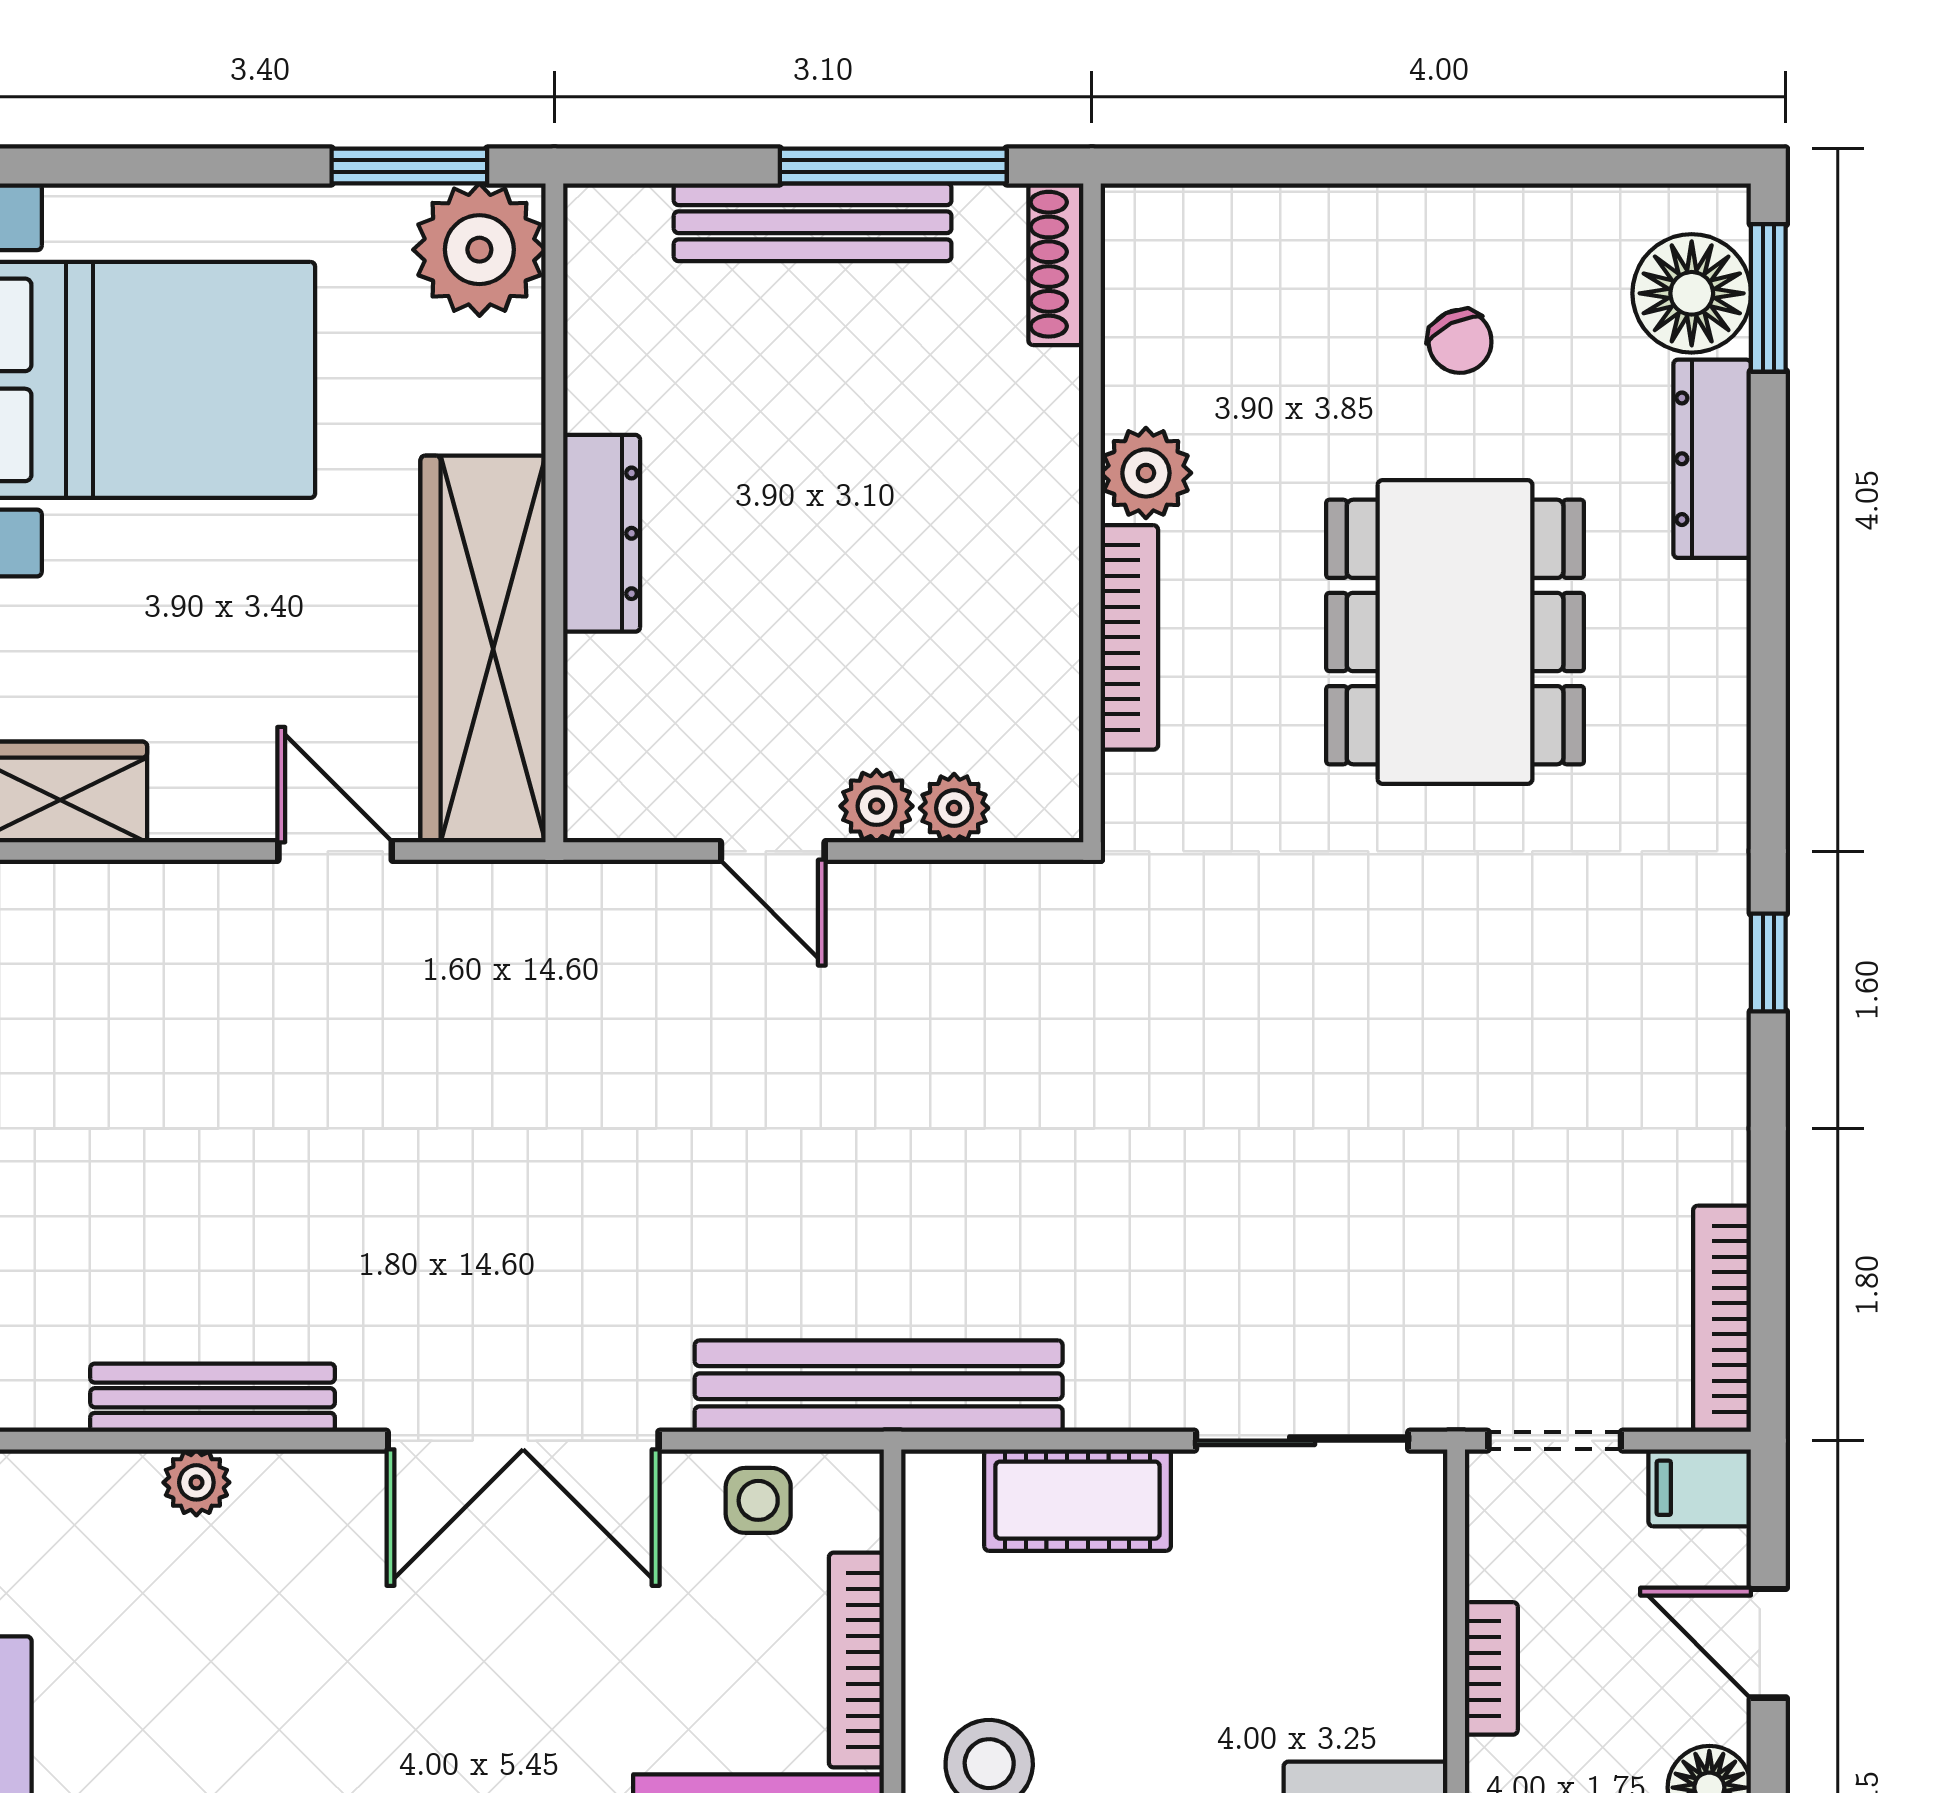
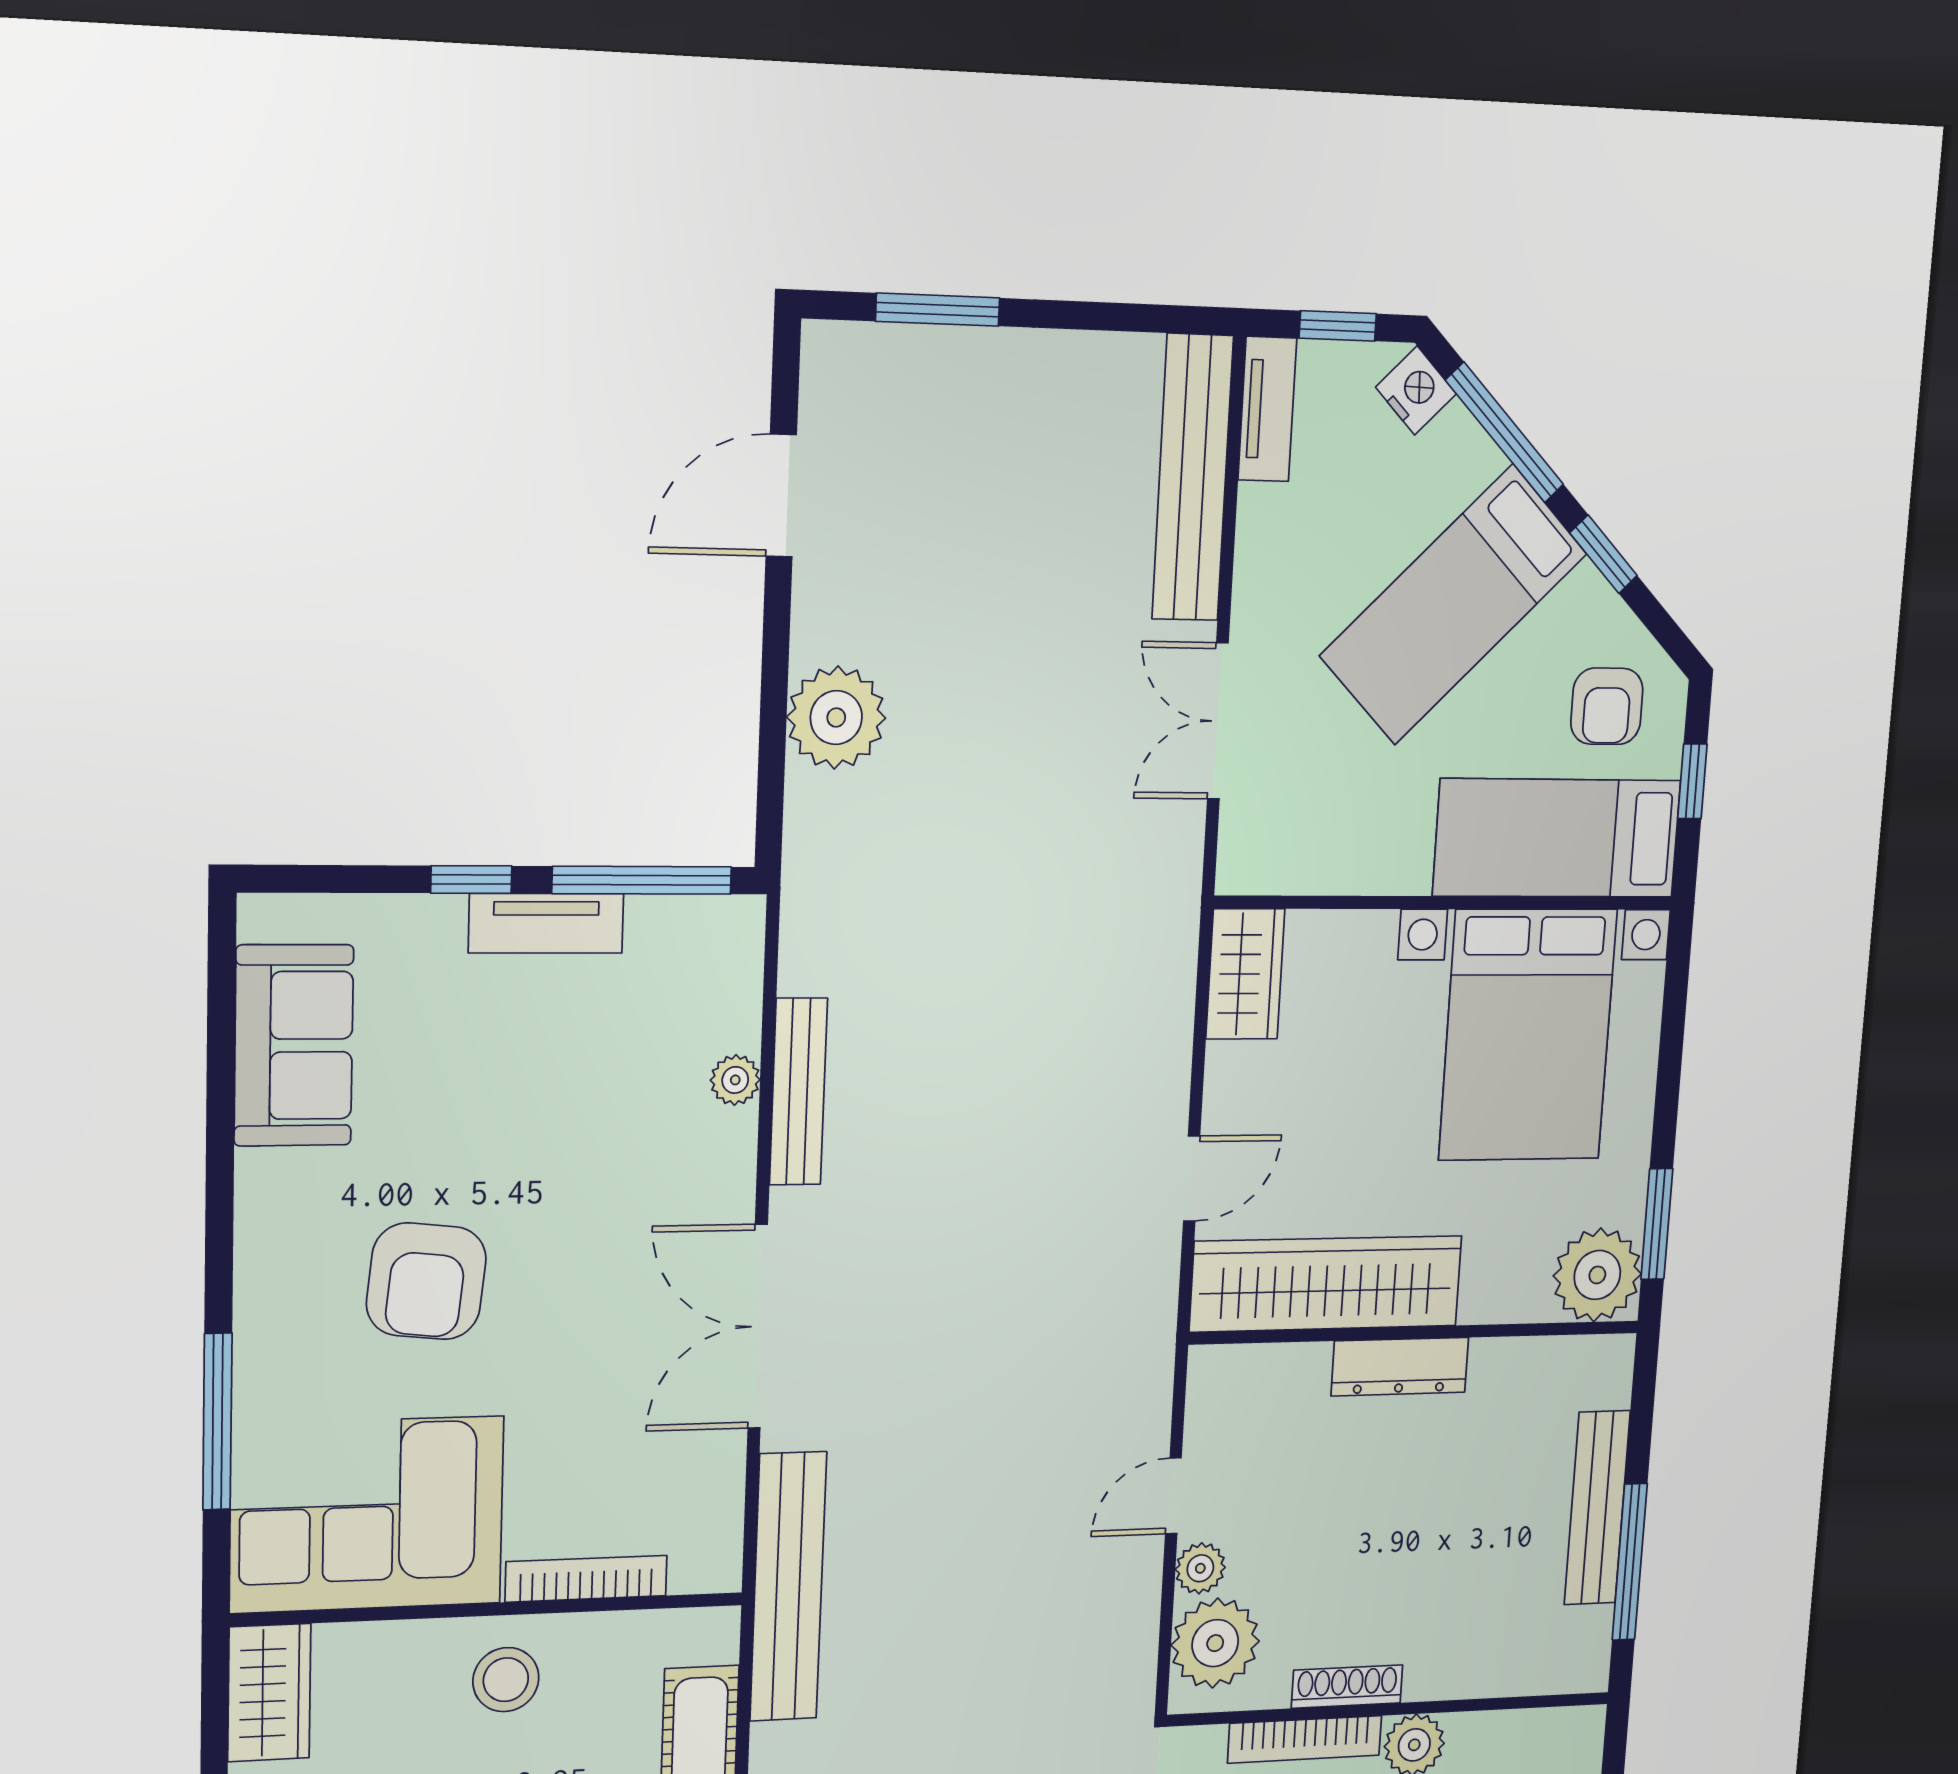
shoe rack: (1056, 264) -> (1347, 1687), moved
plant: (954, 808) -> (1215, 1643), width x1.87, depth x1.87
side table: (758, 1500) -> (707, 1502), removed

